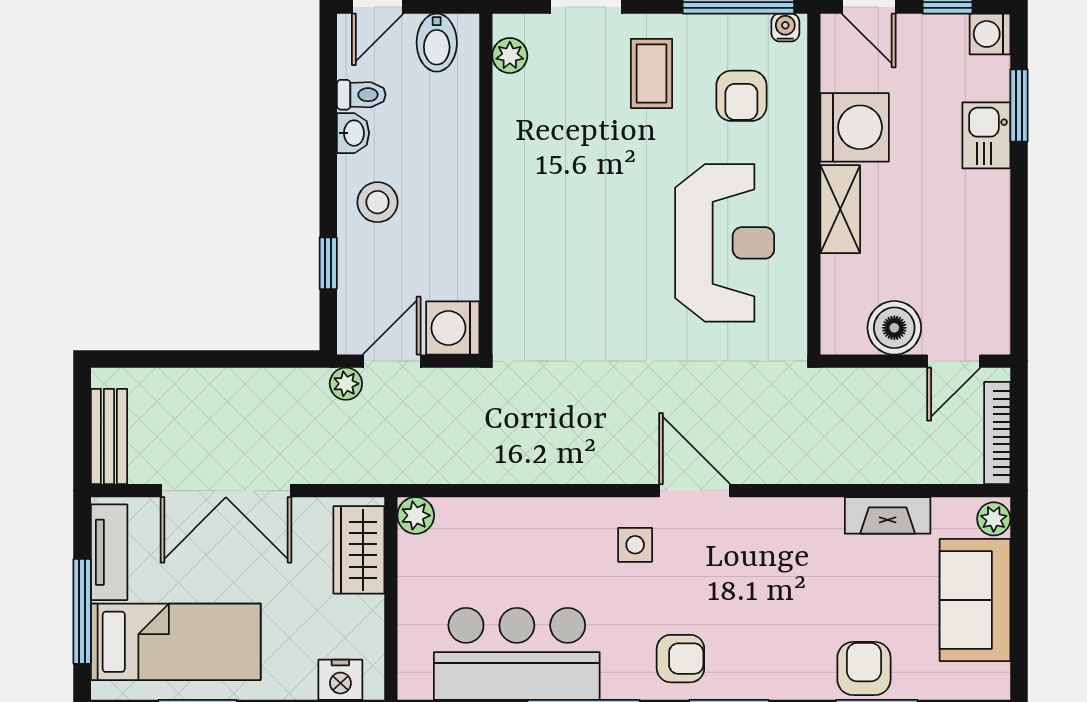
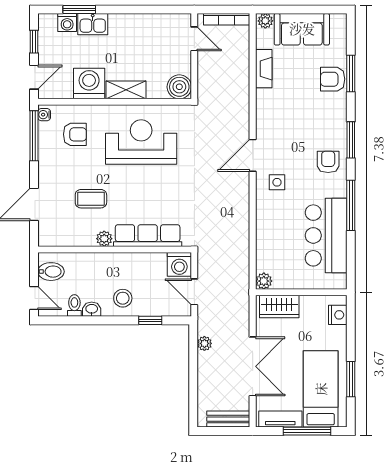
washing machine: (990, 34) -> (67, 23), moved
plant: (510, 56) -> (104, 239), moved
coffee table: (651, 73) -> (91, 199), moved
row of seats: (517, 257) -> (148, 236), added
boiler: (894, 328) -> (179, 87), moved
plant: (346, 384) -> (204, 343), moved

